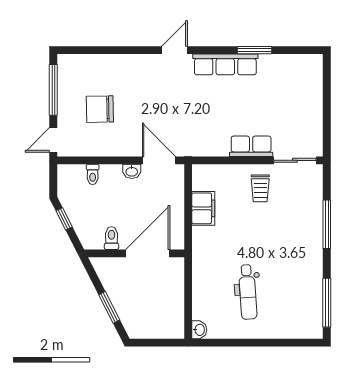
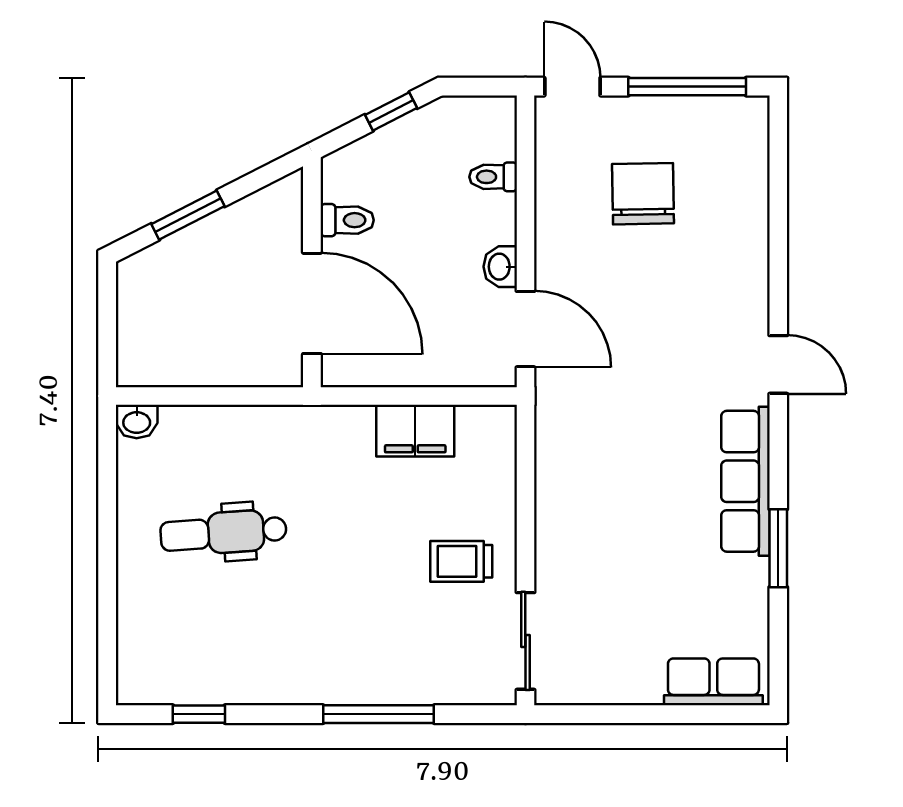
row of seats: (251, 146) -> (713, 682), moved, turned -90
door: (159, 160) -> (525, 329), hinge flipped
window: (327, 303) -> (199, 714), width x0.46

